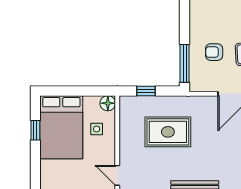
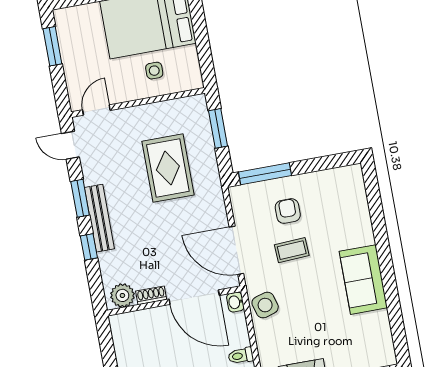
window: (146, 91) -> (218, 128), width x1.50
floor lamp: (108, 103) -> (192, 79), removed

